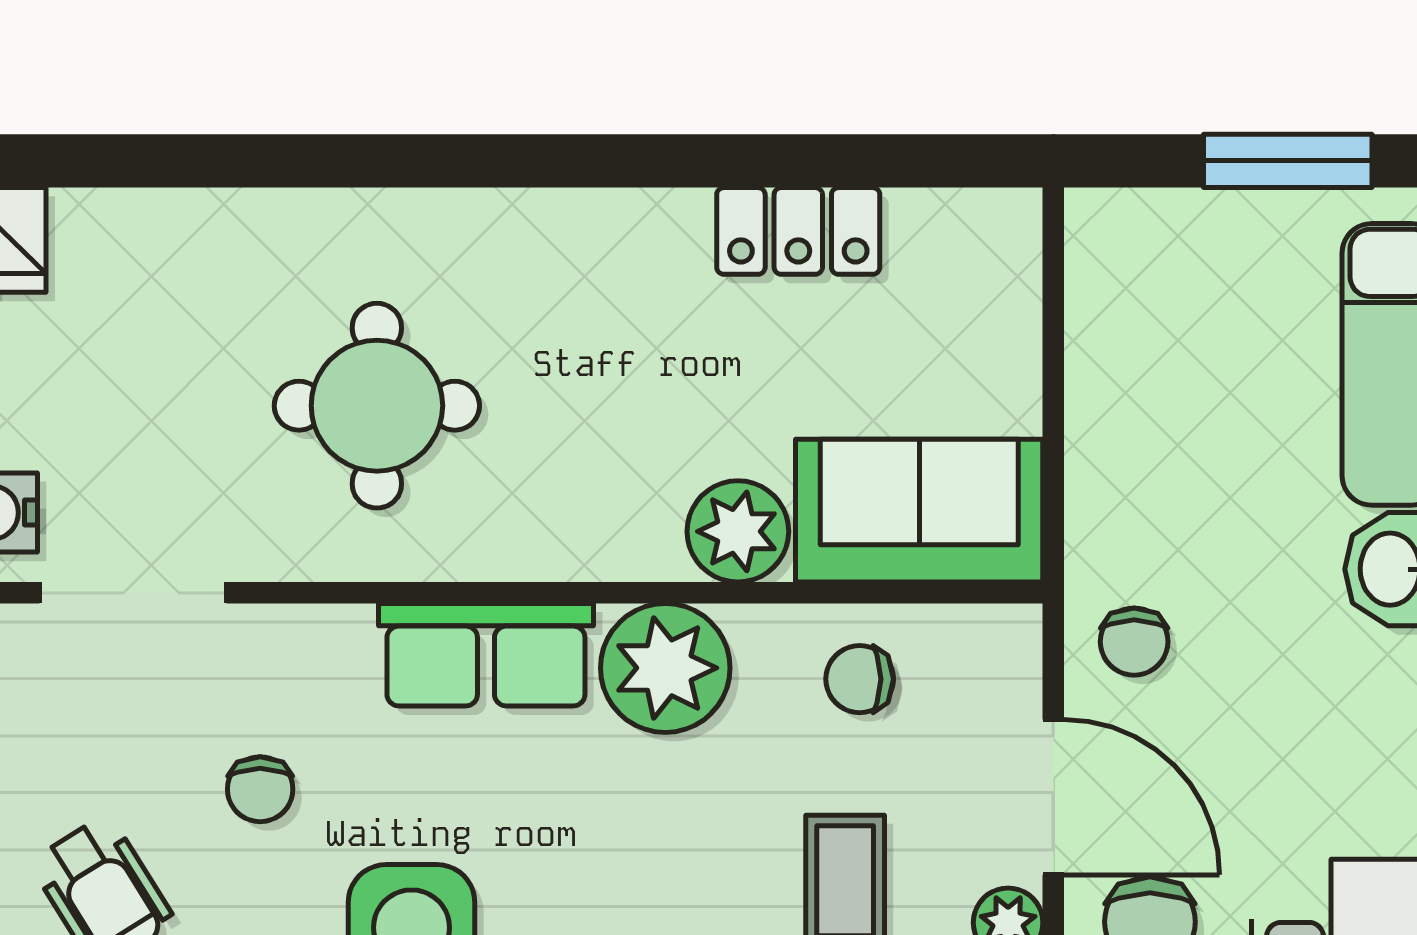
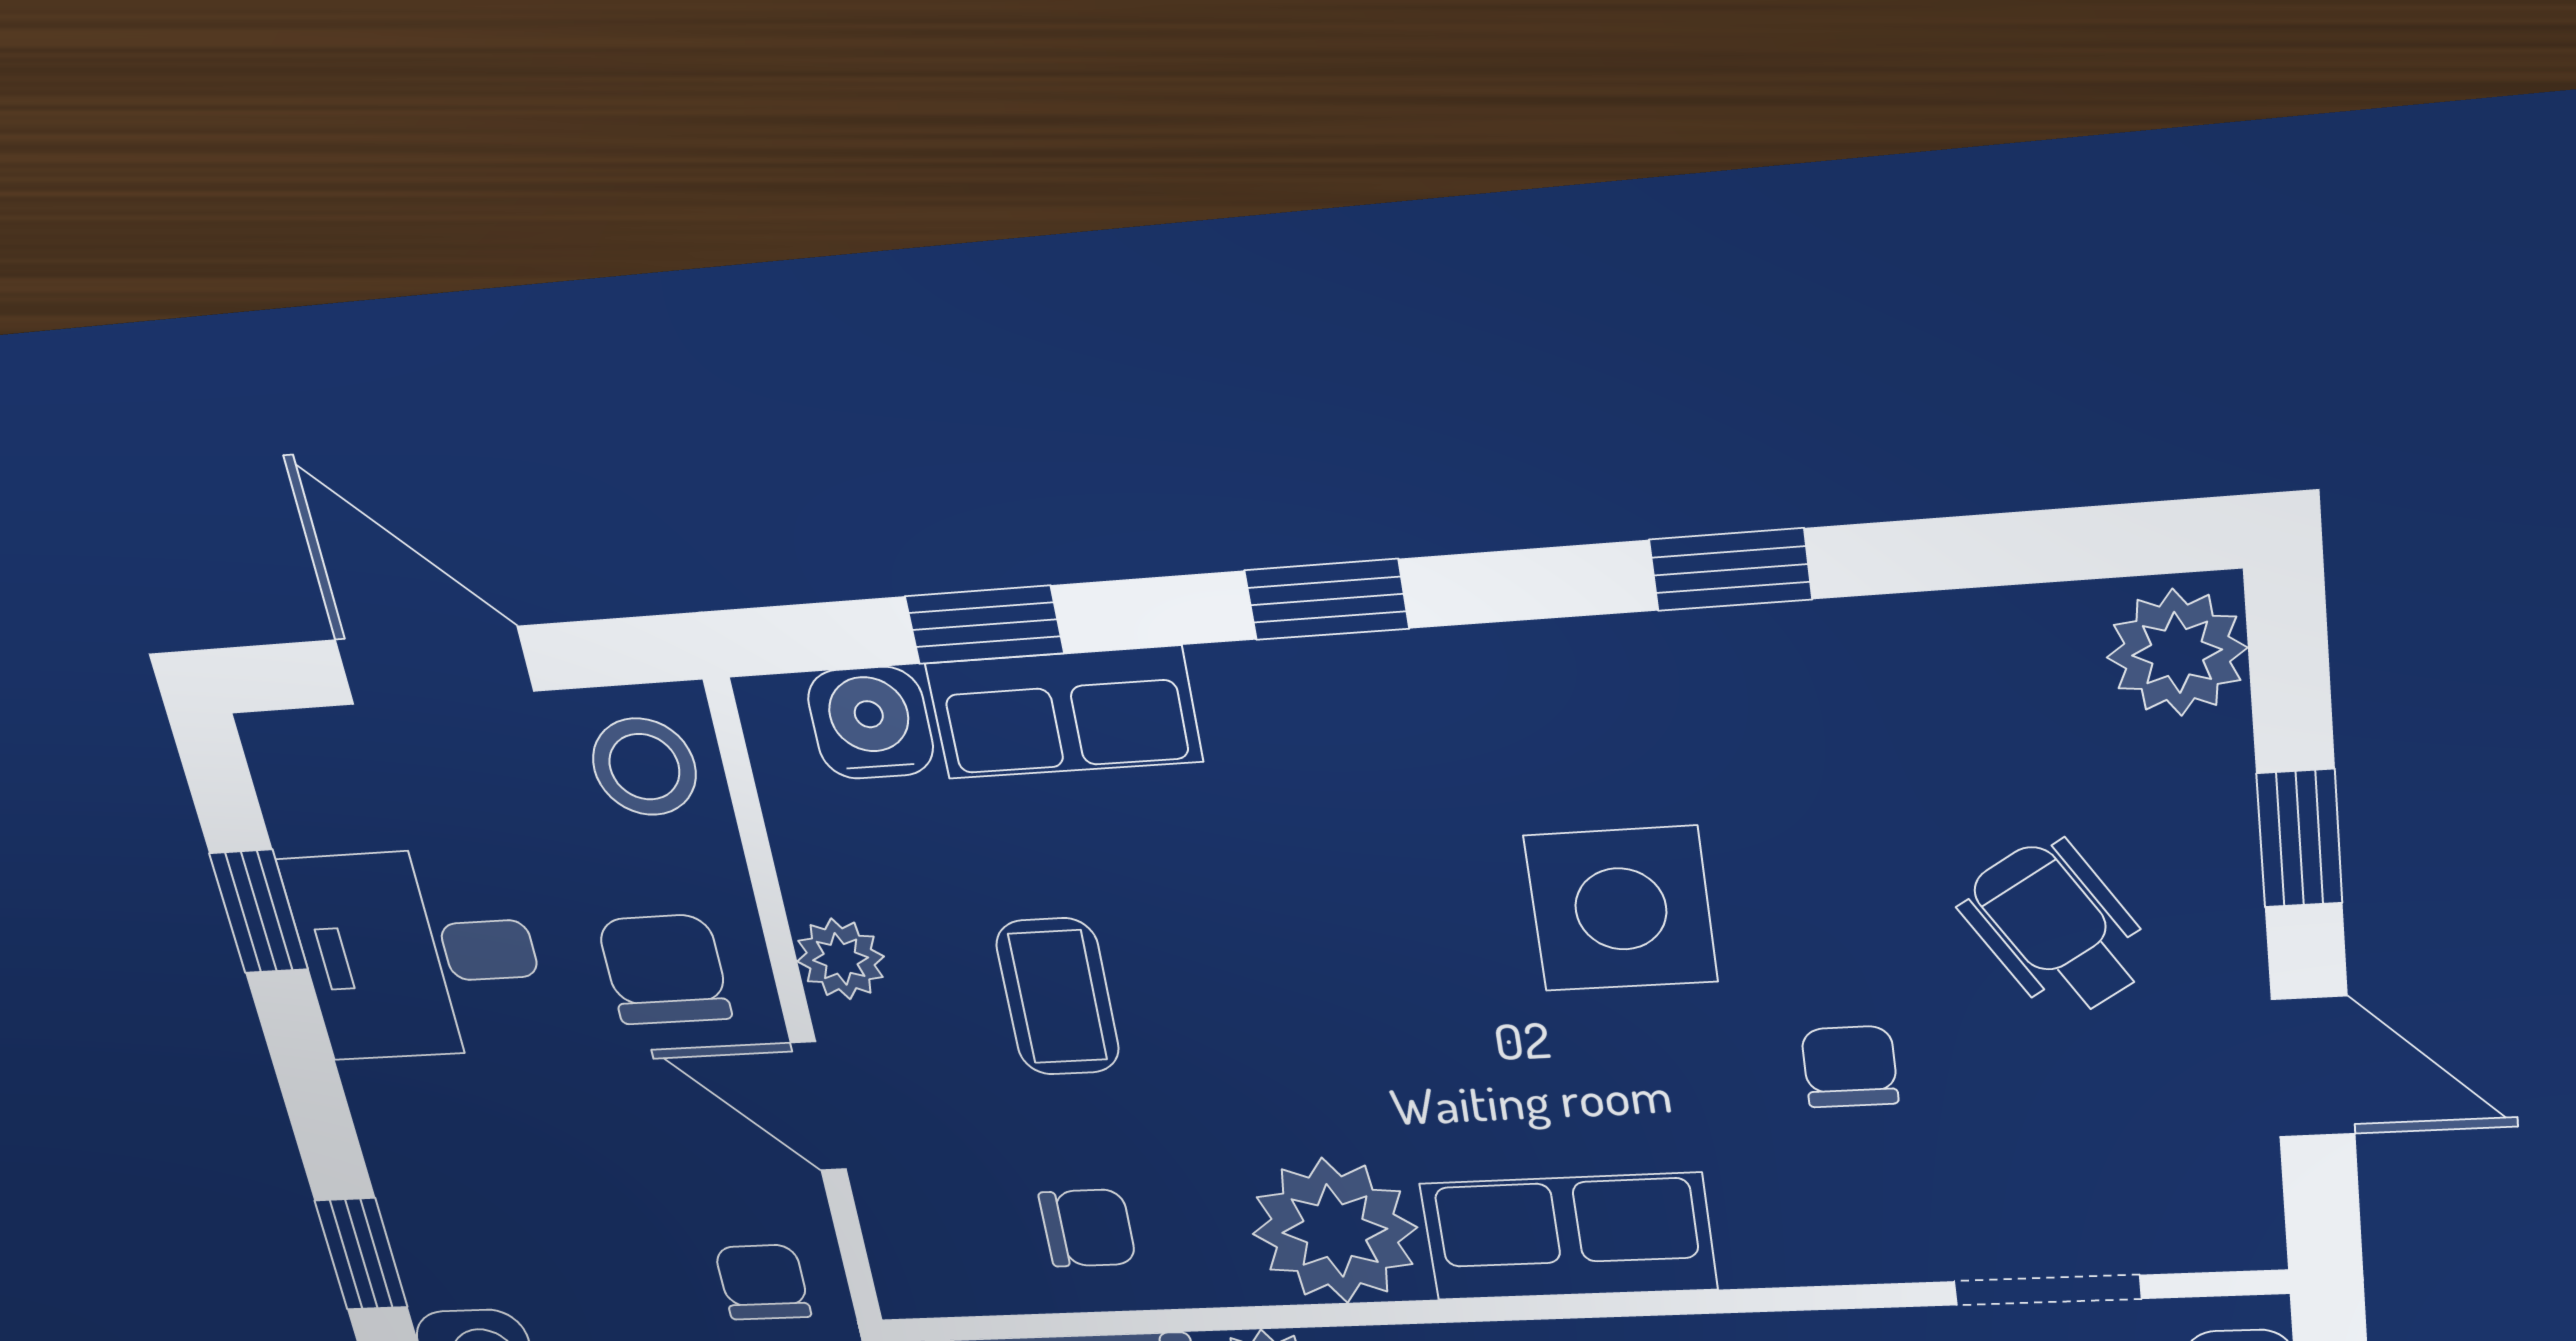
doorway: (133, 593) -> (2048, 1290), width x0.73
door: (1053, 797) -> (818, 1106), width x0.73

